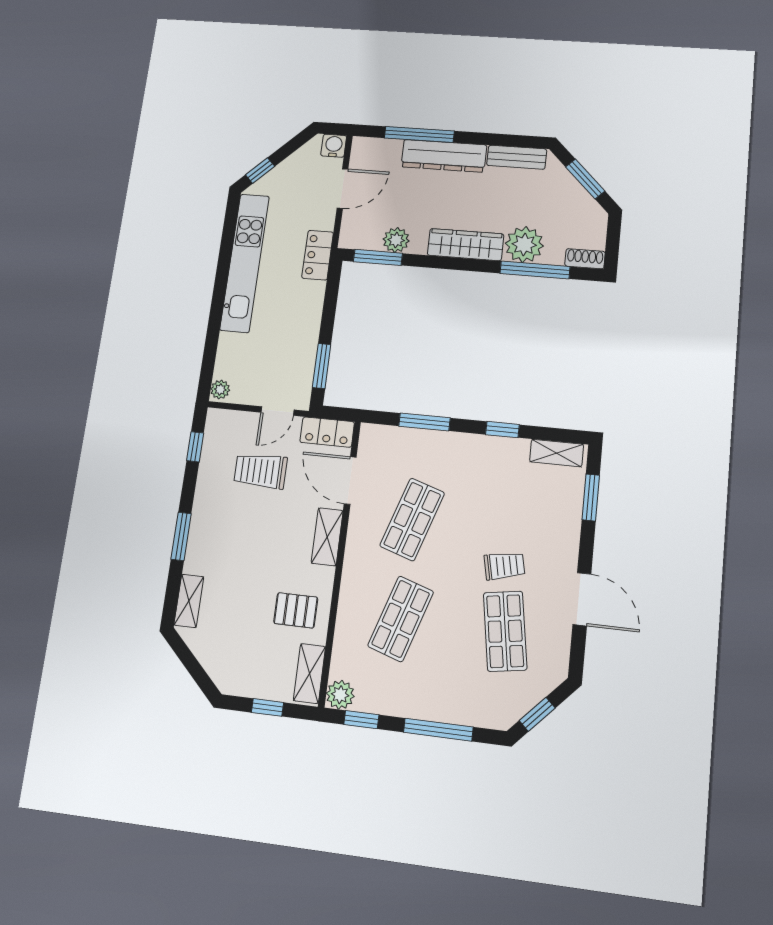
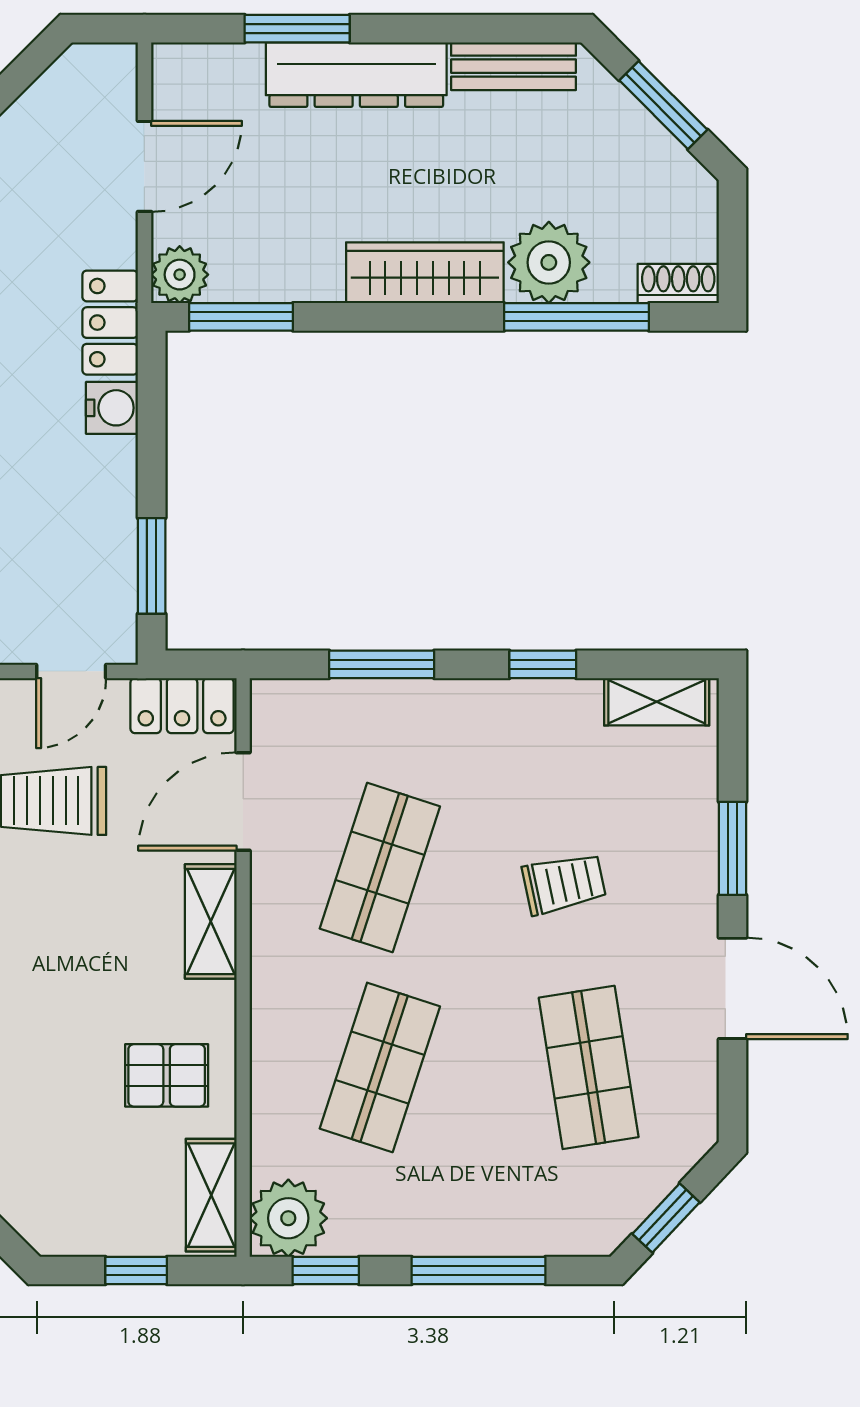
window: (419, 135) -> (297, 29), width x0.69
water cooler: (334, 146) -> (112, 408), moved, turned 90
plant: (396, 240) -> (180, 275), moved
door: (350, 480) -> (243, 801), hinge flipped
window: (591, 498) -> (732, 848), moved
trolley: (504, 566) -> (564, 884), moved
plant: (340, 695) -> (288, 1218), width x1.36, depth x1.36

